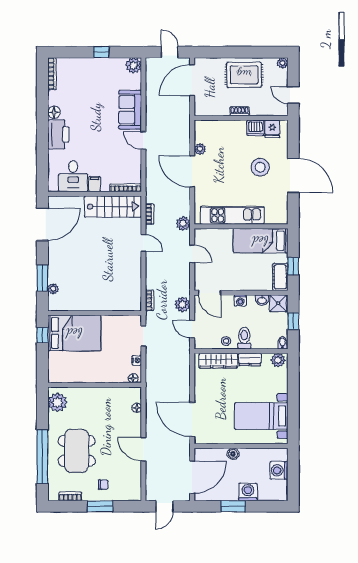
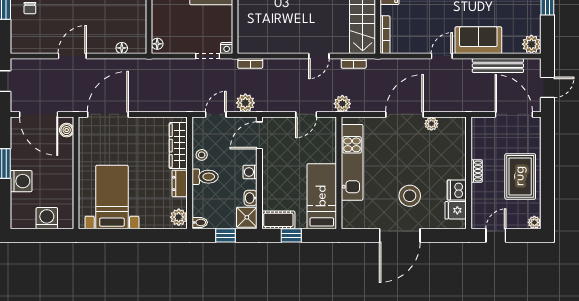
bench: (151, 93) -> (498, 66), added
nightstand: (137, 360) -> (227, 48), moved
boiler: (233, 454) -> (67, 130), moved

